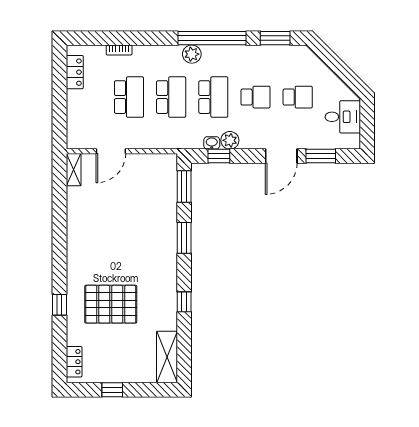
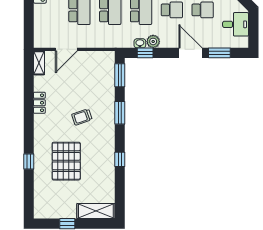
door: (281, 156) -> (191, 53), swing flipped
trolley: (132, 244) -> (82, 117), added
pallet: (111, 304) -> (66, 161), turned 90
shelving: (167, 357) -> (96, 211), moved, turned 90
locker: (74, 362) -> (39, 103), moved

